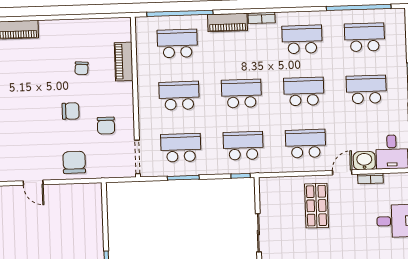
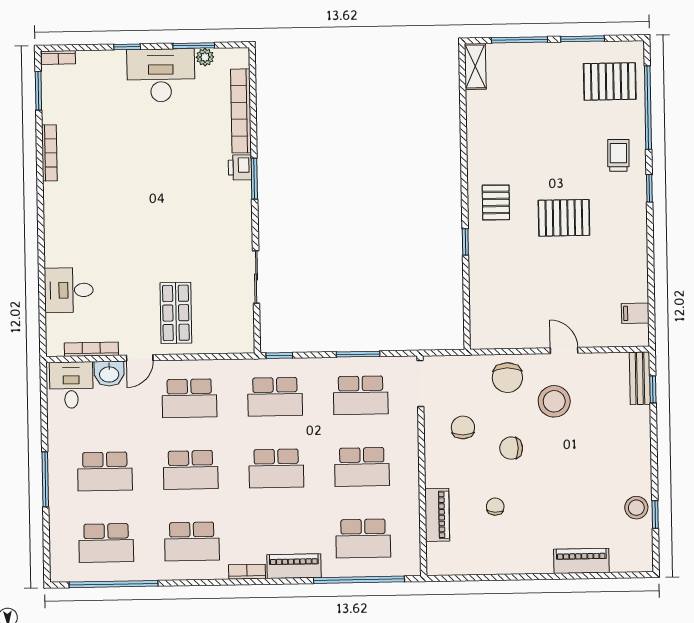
stool: (40, 146) -> (554, 401), added
bookcase: (370, 178) -> (91, 349), width x1.56

